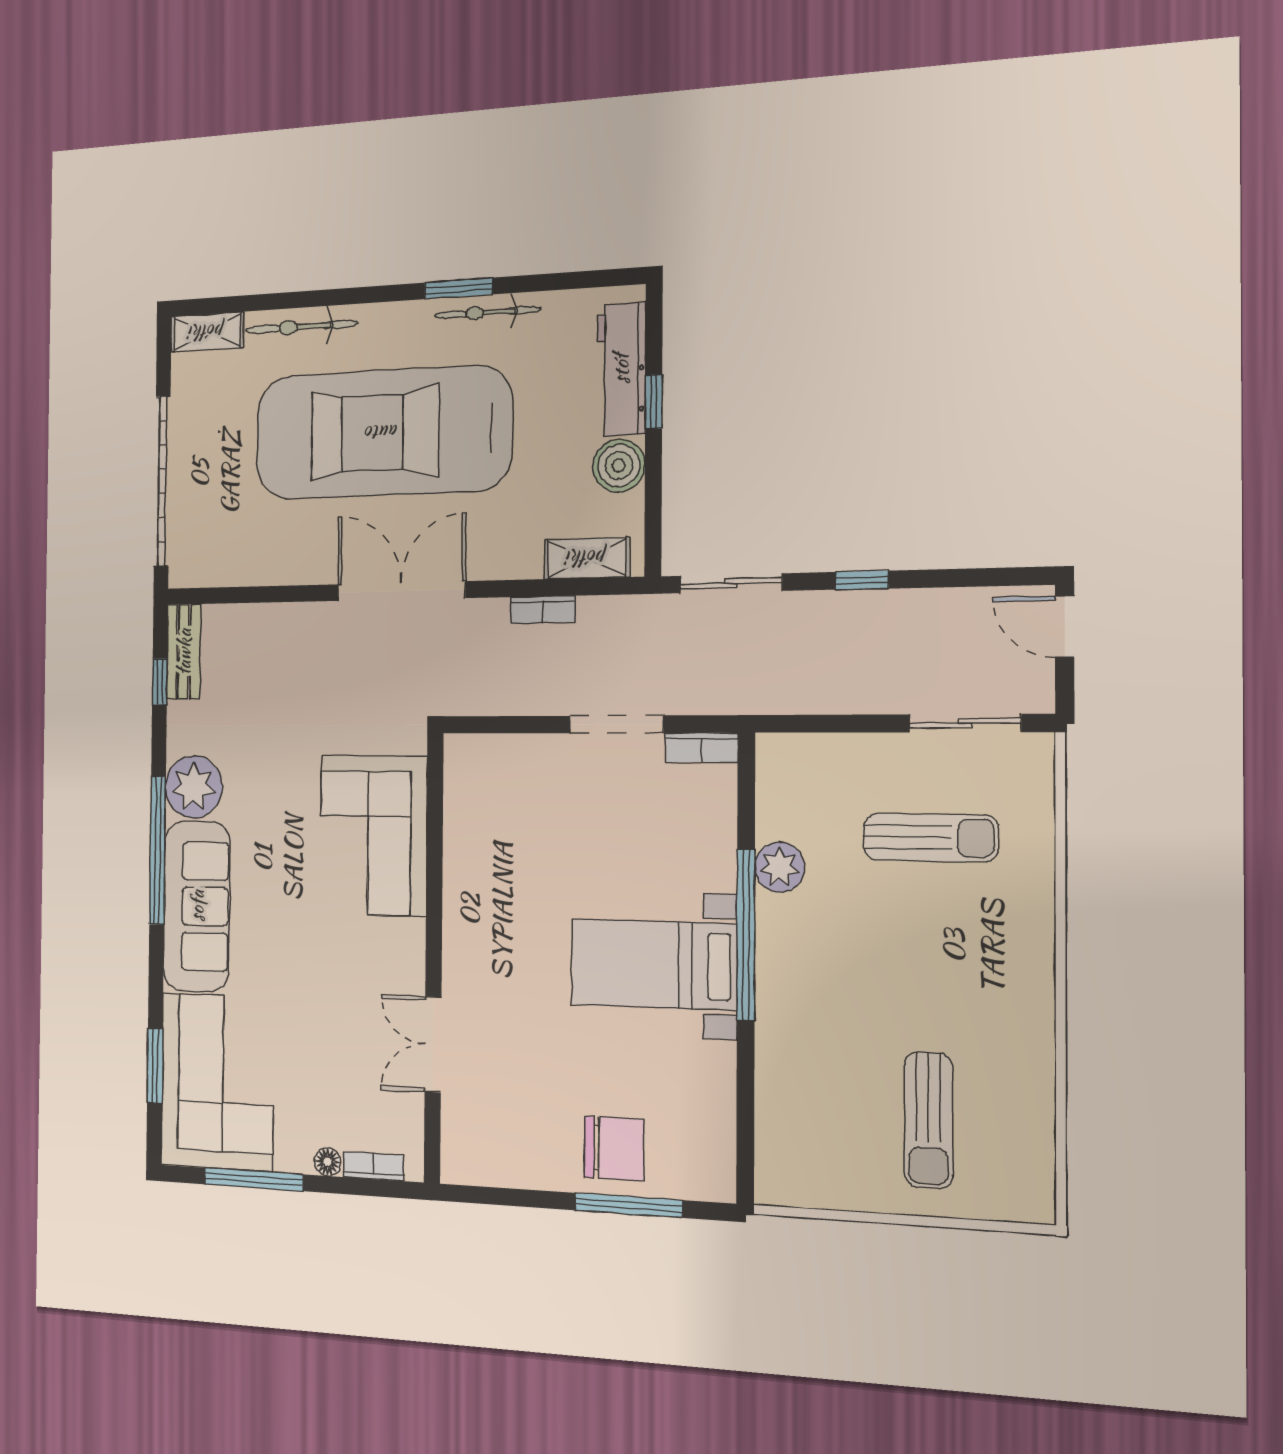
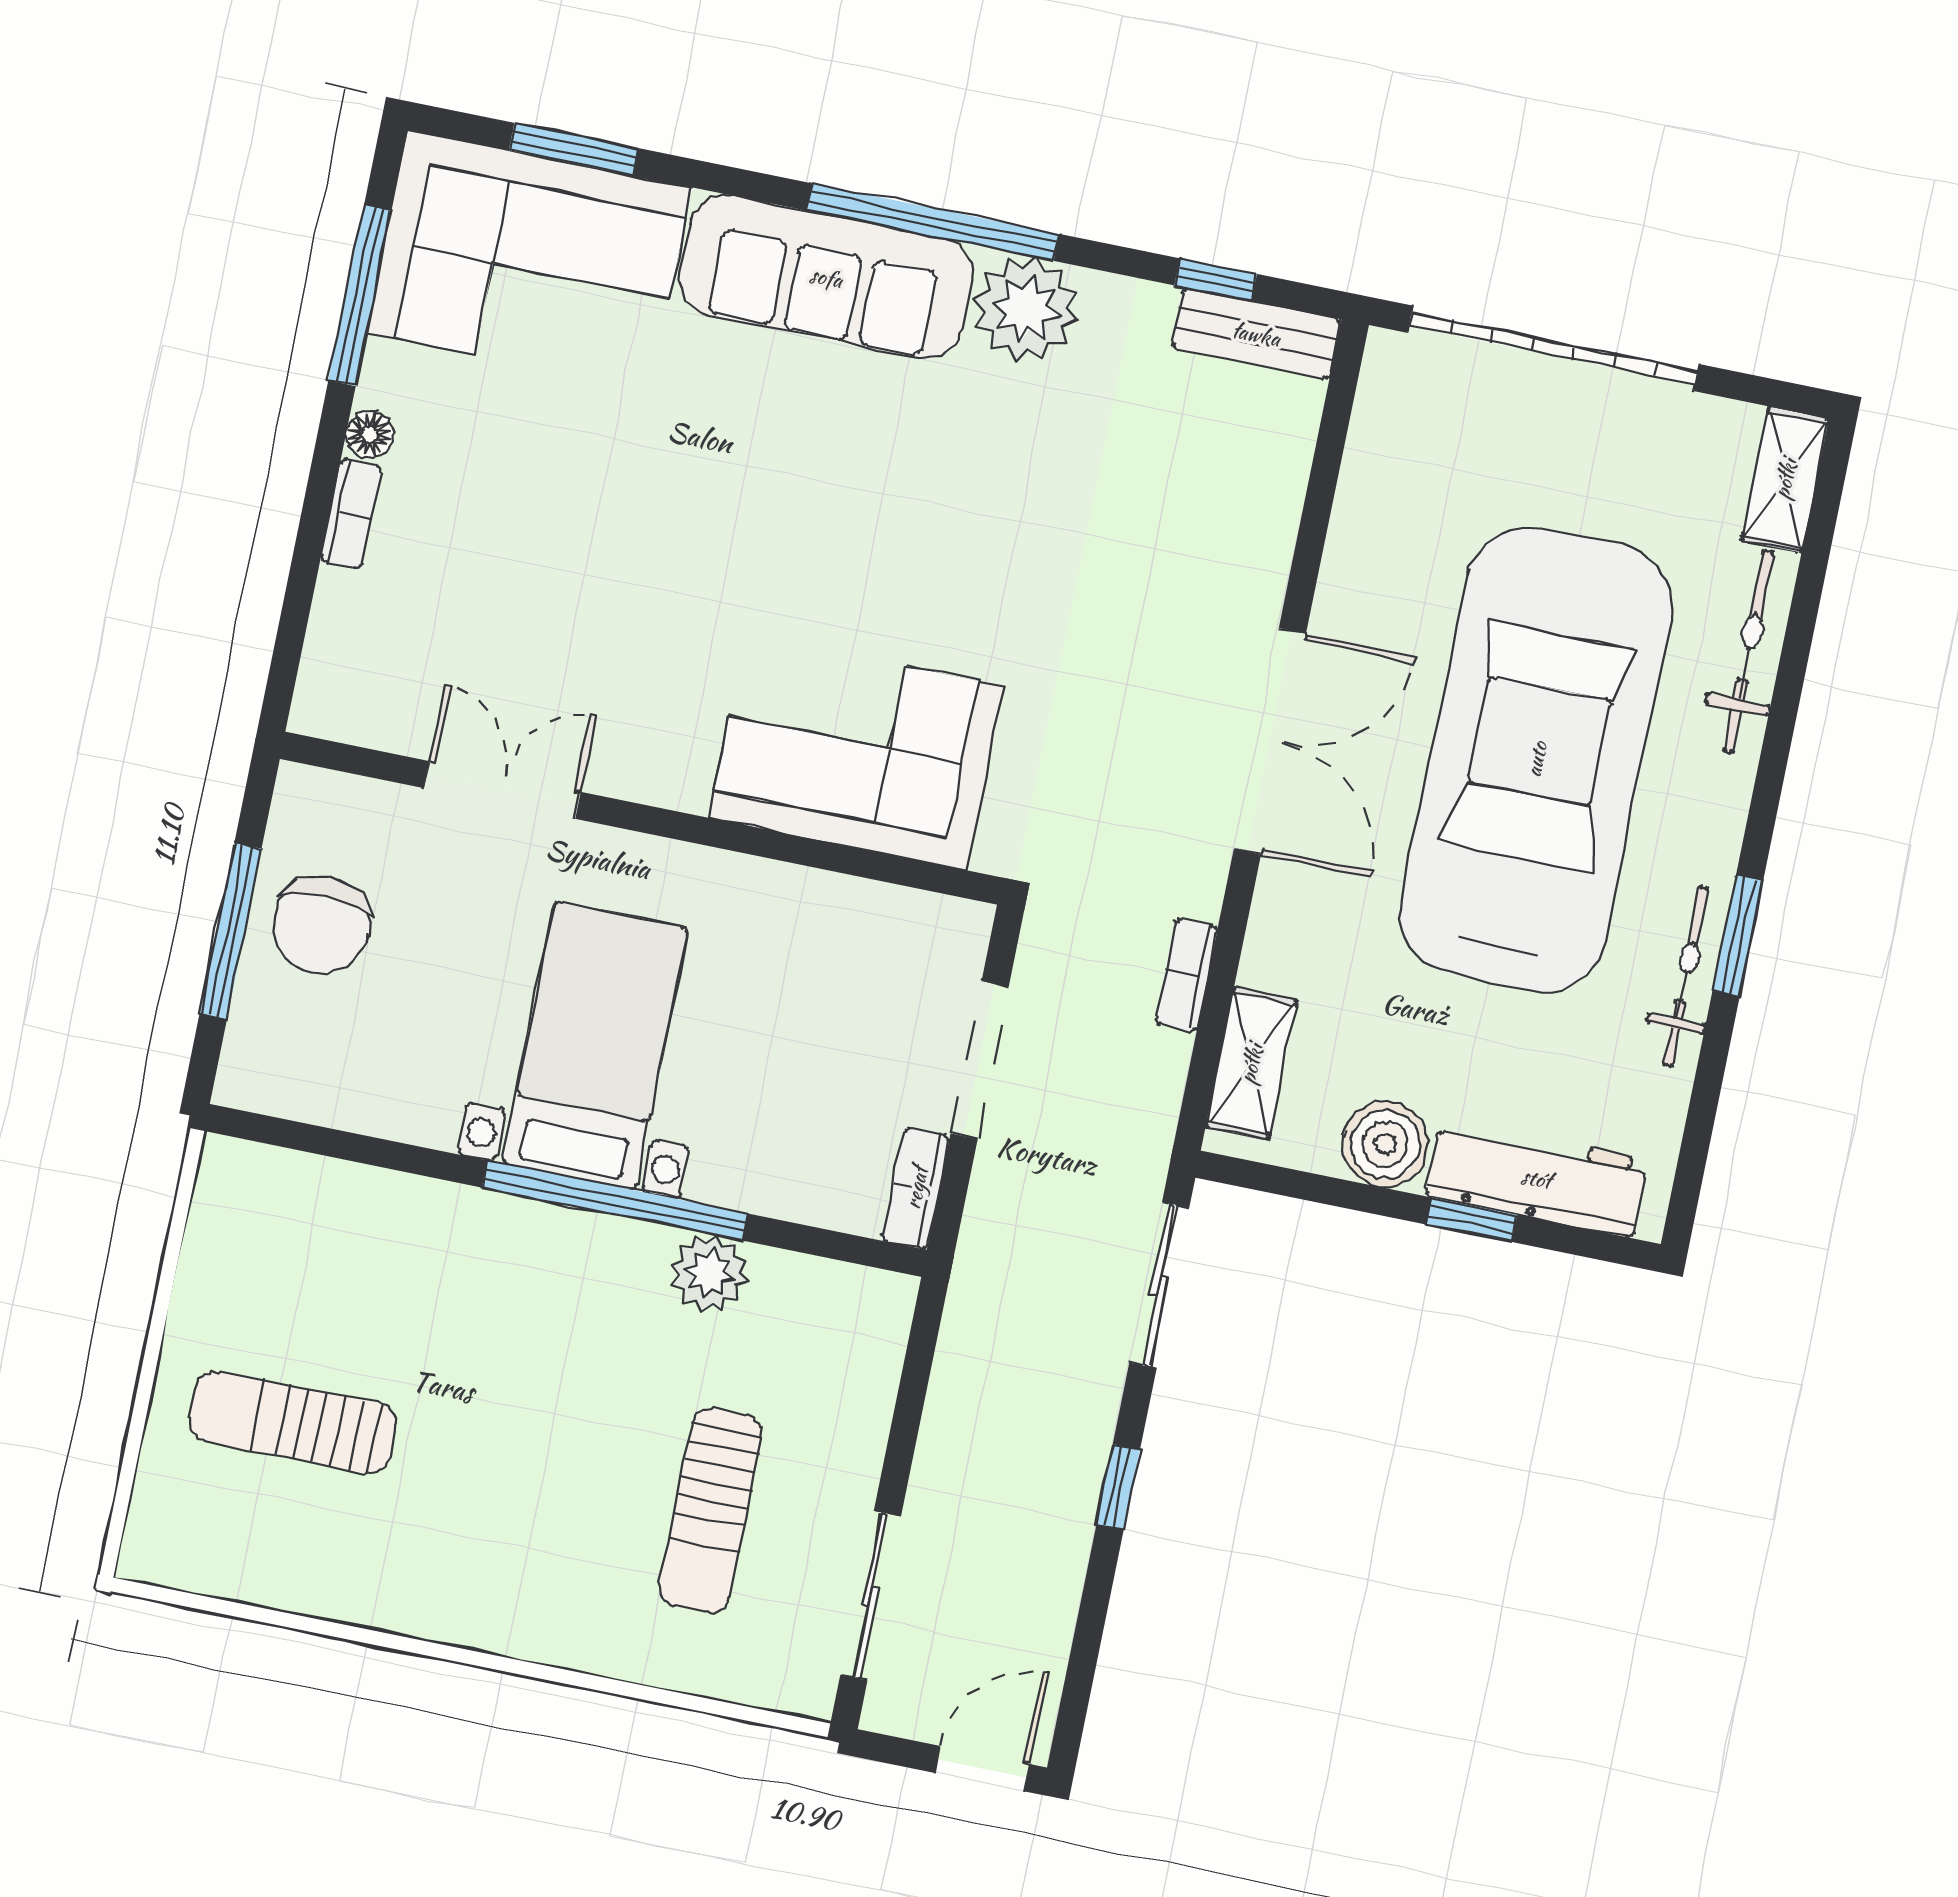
corner sofa: (373, 835) -> (856, 752), moved
wall: (434, 957) -> (641, 818), moved
double door: (433, 1044) -> (502, 790), moved

